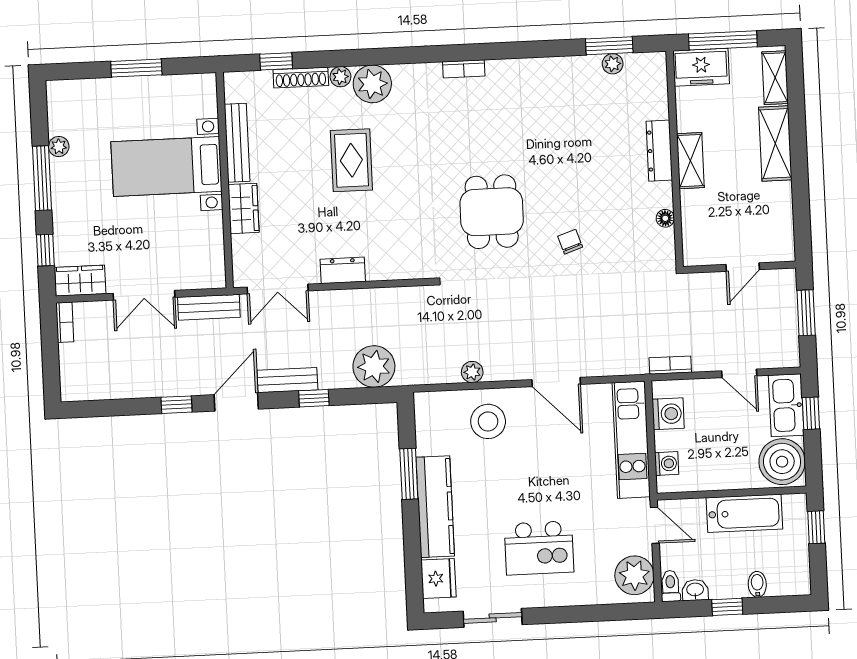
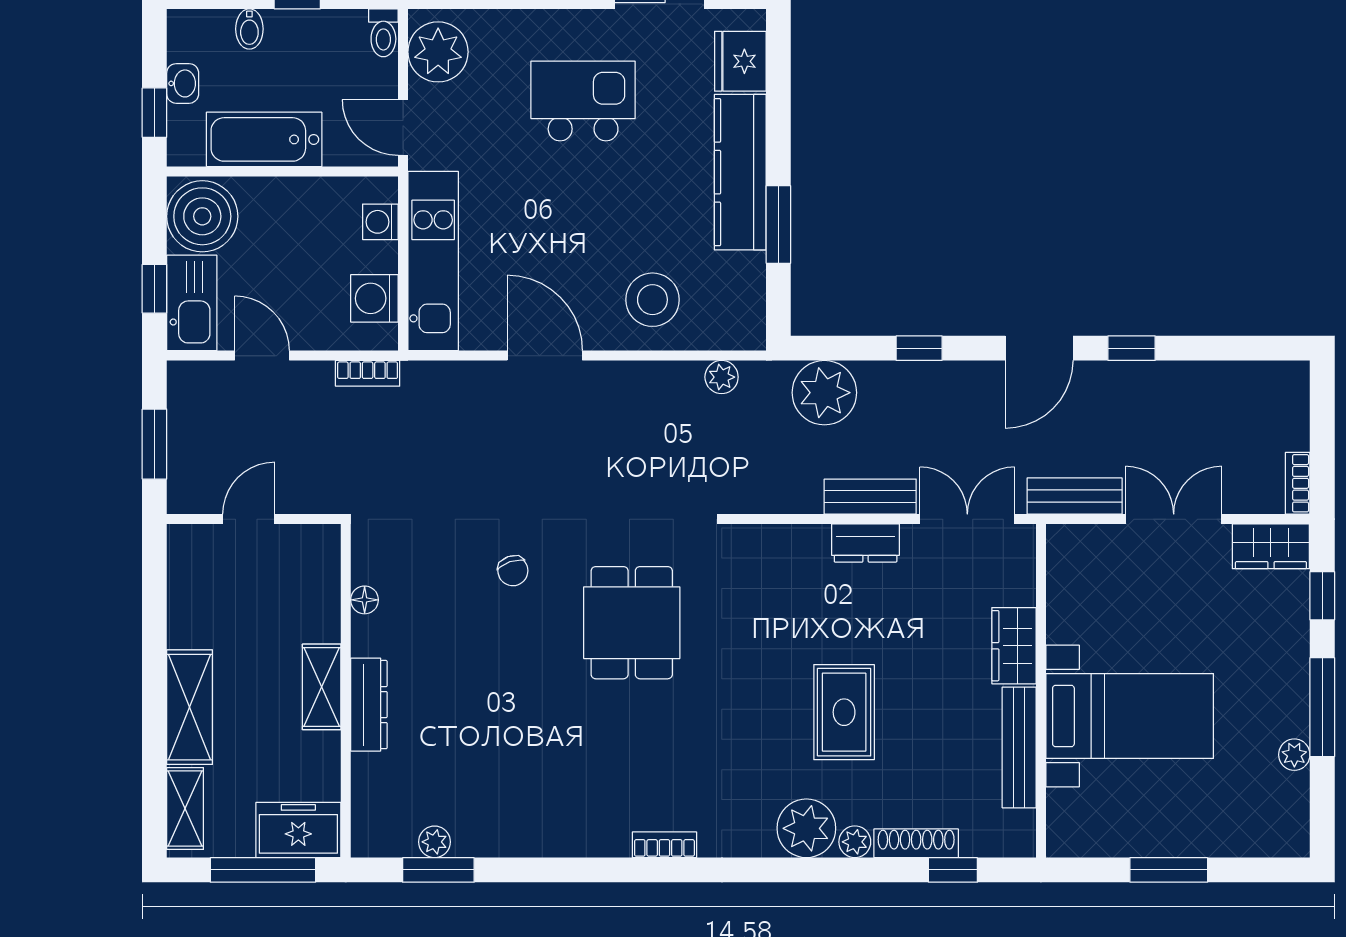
plant: (472, 372) -> (722, 377), moved
bench: (287, 380) -> (870, 497), moved
washbasin: (695, 590) -> (183, 83), moved, turned -90

